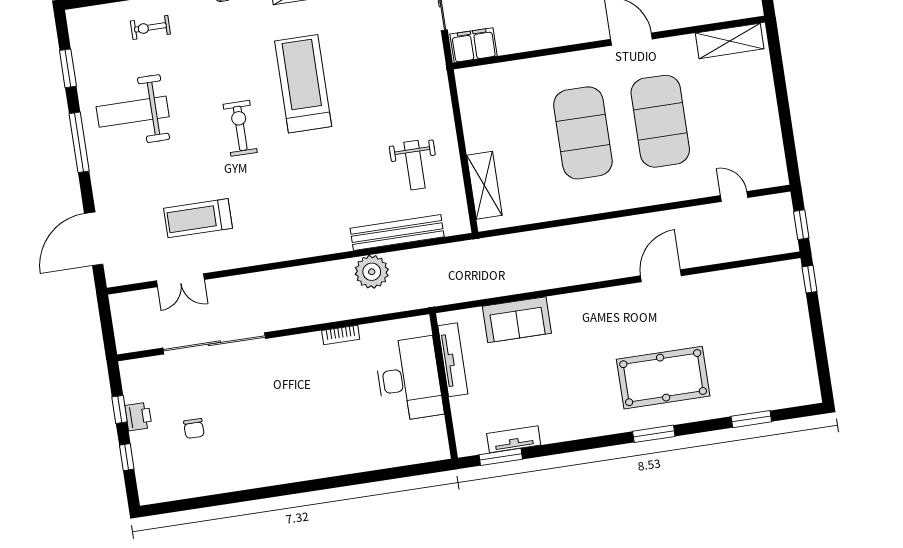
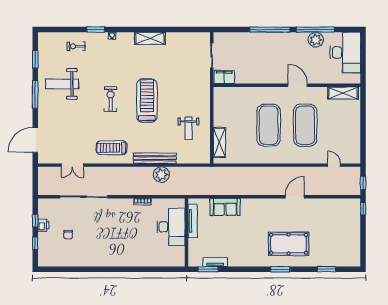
treadmill: (303, 84) -> (147, 101), moved
treadmill: (198, 218) -> (112, 148), moved
bench: (397, 233) -> (155, 158), moved

